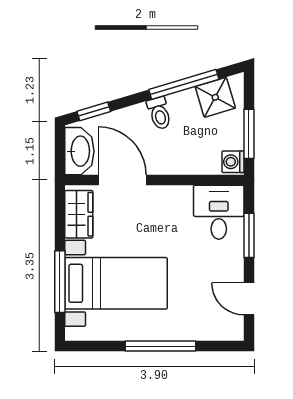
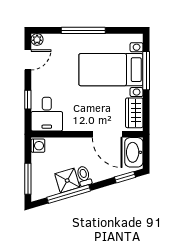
shower: (215, 97) -> (67, 181), moved
window: (249, 134) -> (28, 179), moved
window: (249, 235) -> (28, 100), width x0.67
door: (249, 299) -> (28, 60), hinge flipped
plant: (234, 331) -> (37, 40), added

